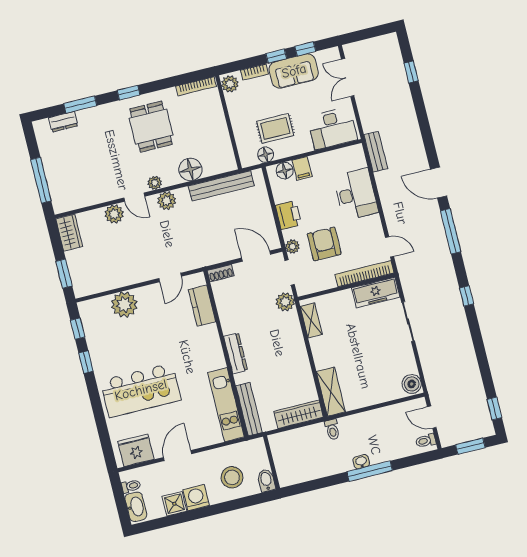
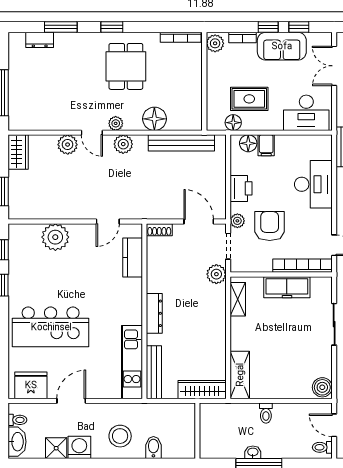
freezer: (376, 292) -> (287, 287), moved
toilet: (332, 430) -> (266, 413), moved
wall: (272, 462) -> (197, 431), moved

